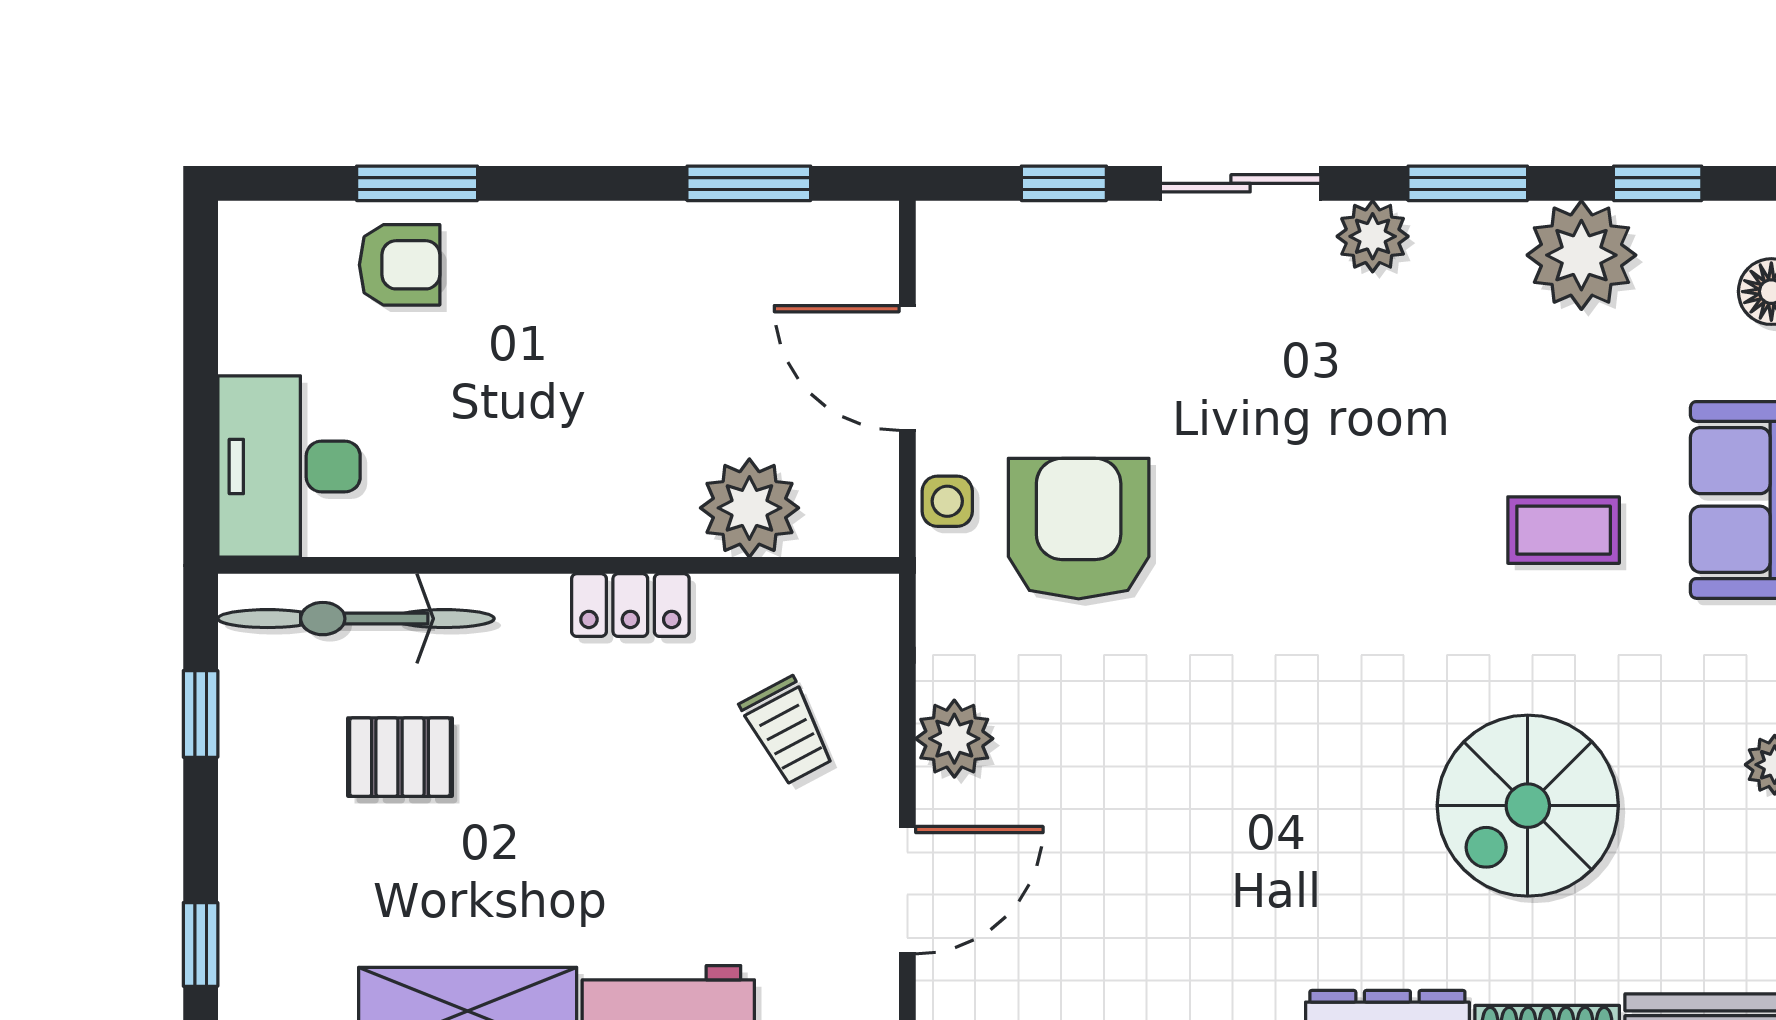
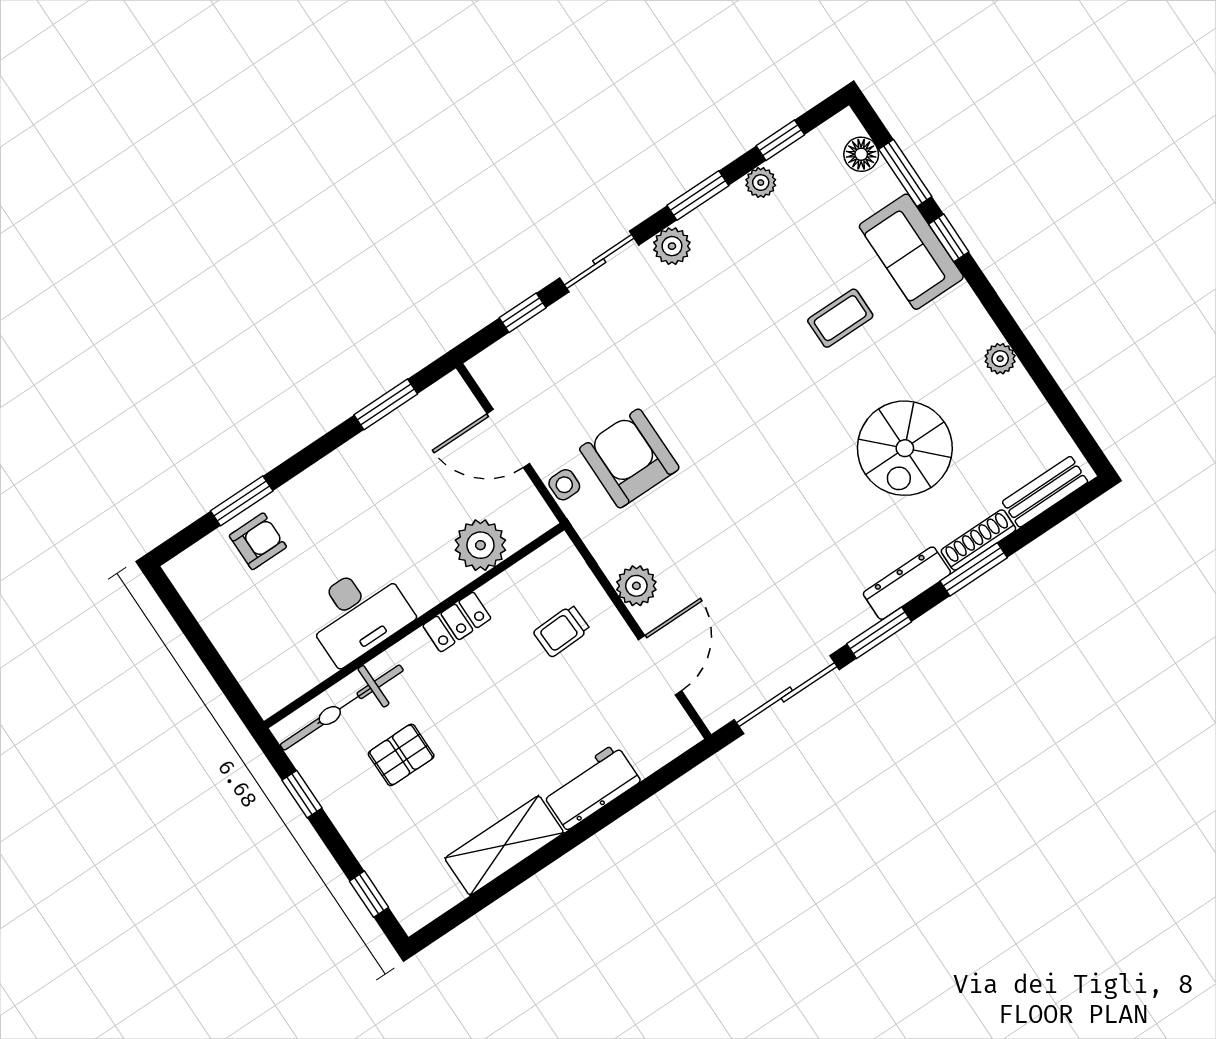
plant: (1581, 255) -> (761, 183), width x0.53, depth x0.53
desk: (289, 466) -> (358, 613), moved, turned -90
trolley: (787, 731) -> (562, 631), turned 116

